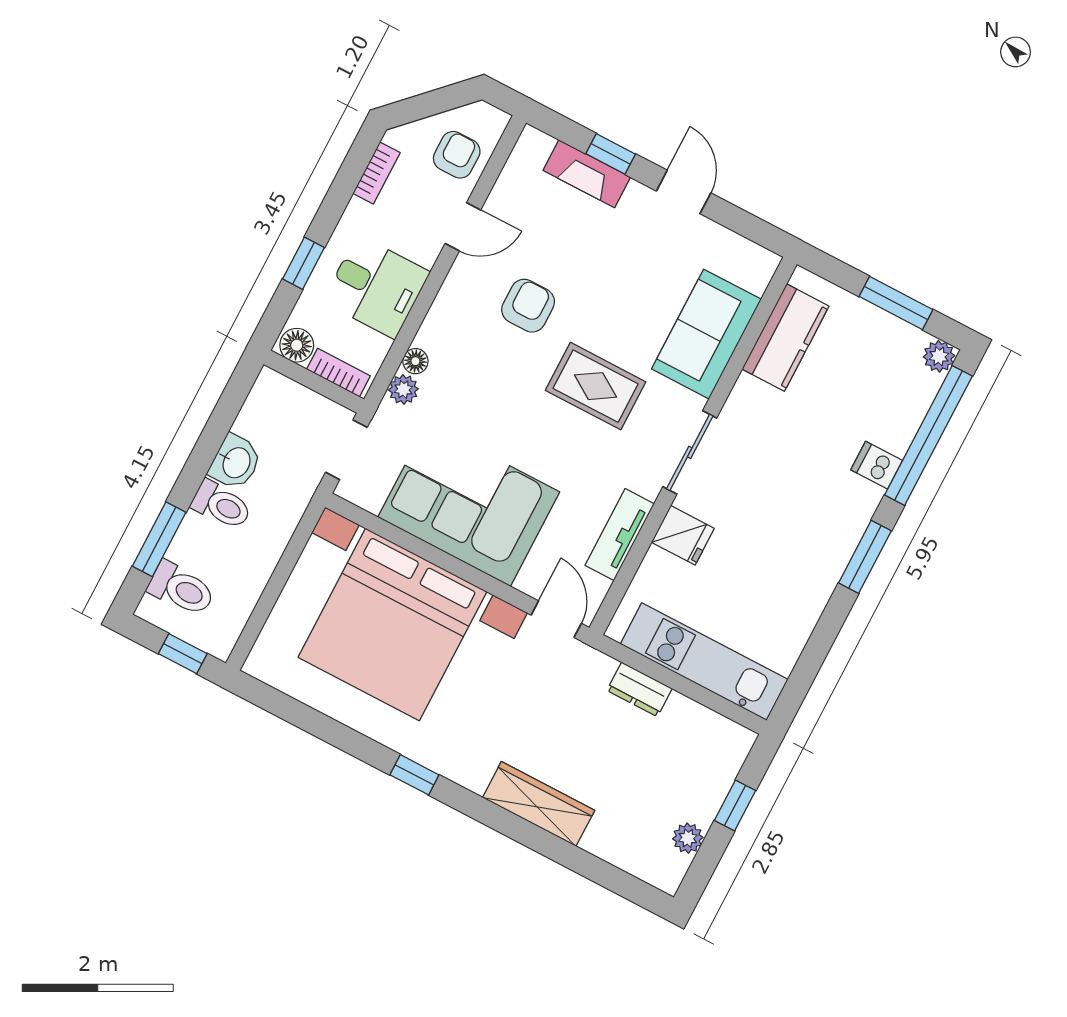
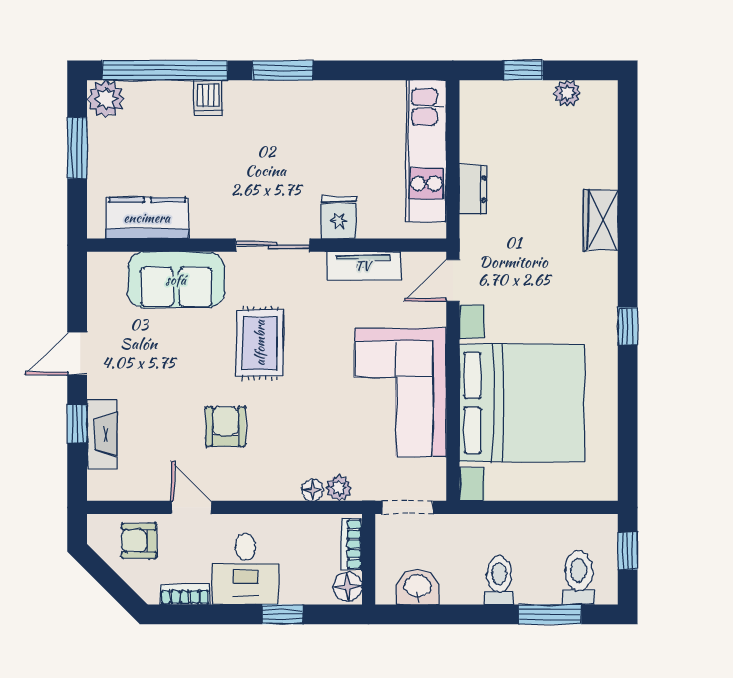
desk: (376, 287) -> (246, 569), moved, turned 180
armchair: (528, 306) -> (226, 427), turned 90
plant: (939, 356) -> (106, 99), width x1.38, depth x1.38
washbasin: (235, 462) -> (418, 587), moved
wardrobe: (539, 804) -> (600, 220), width x0.67

